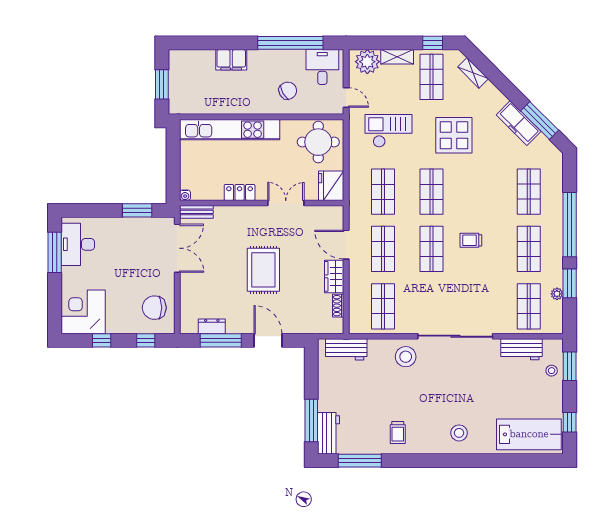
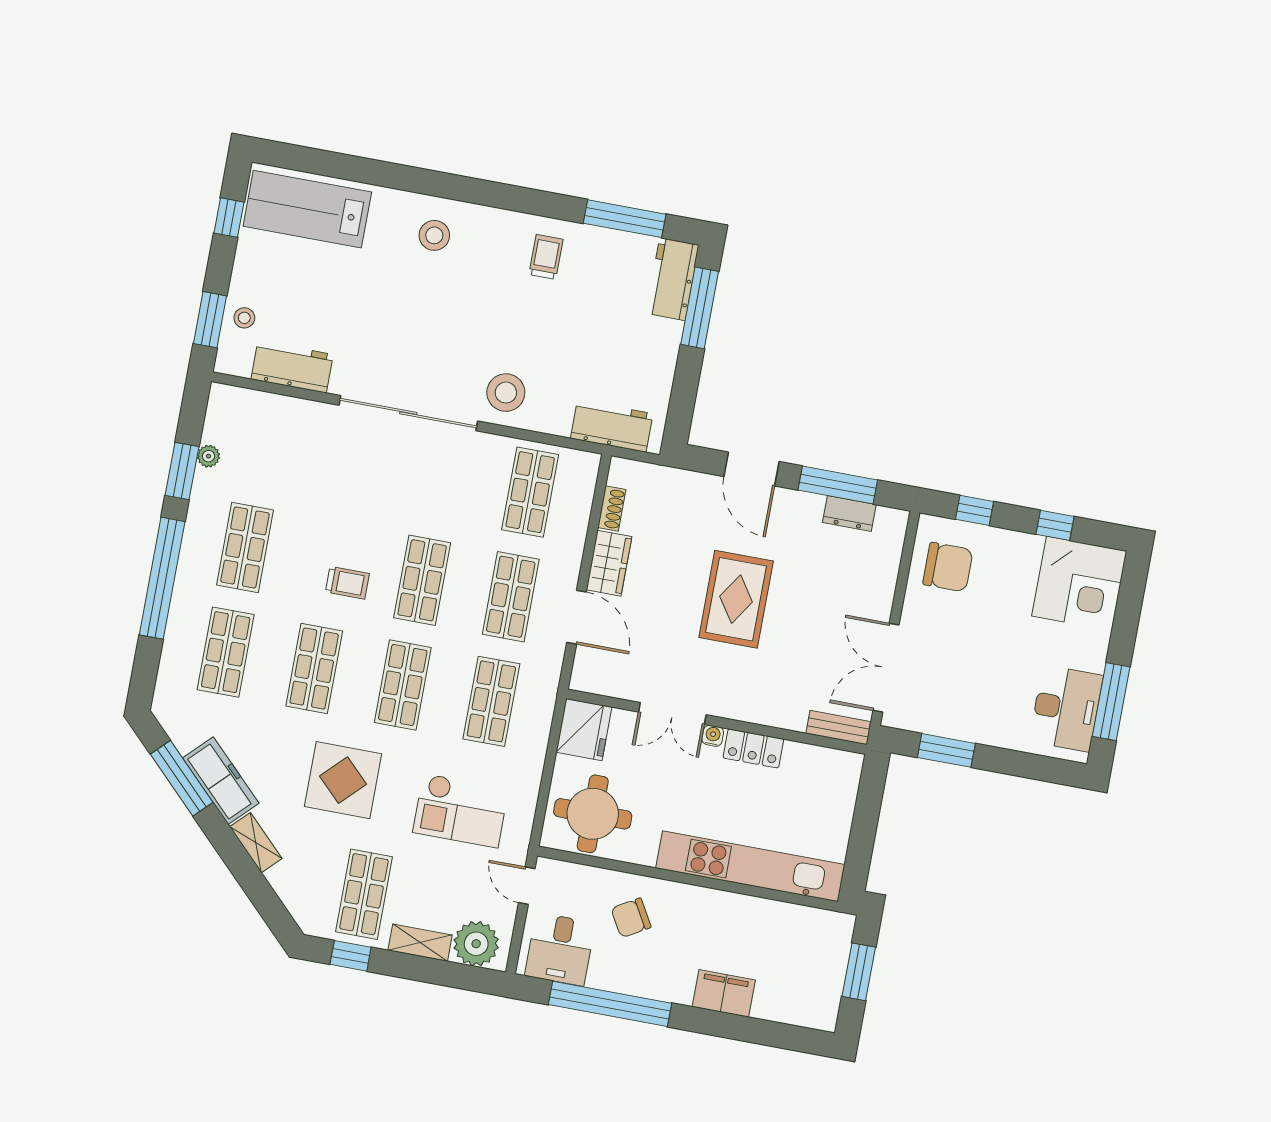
shelving: (473, 73) -> (256, 843), moved
water cooler: (185, 195) -> (713, 736), moved
shop shelf: (529, 306) -> (314, 669), moved

